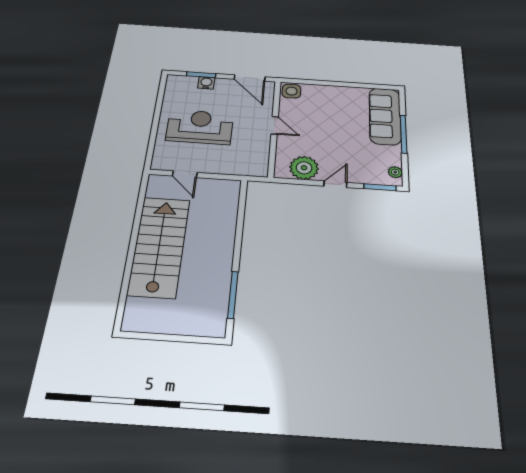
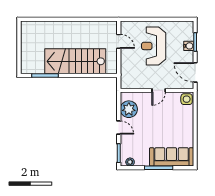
door: (250, 78) -> (195, 72), hinge flipped
reception desk: (200, 127) -> (154, 46), turned 180
door: (185, 174) -> (119, 41), swing flipped
stairs: (159, 246) -> (75, 61), moved, turned 180

